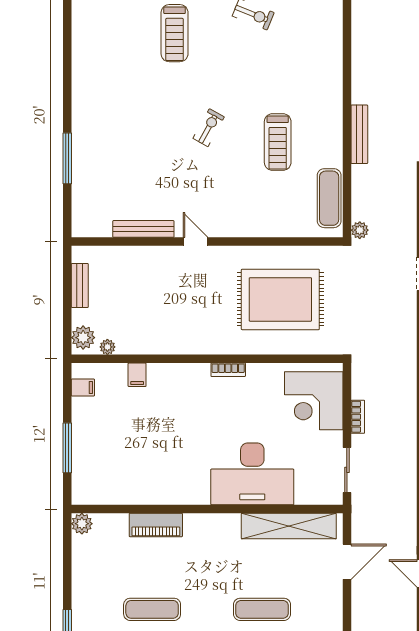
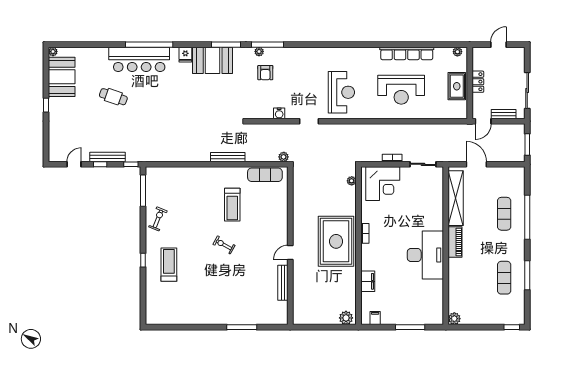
treadmill: (175, 33) -> (169, 265), turned -90
treadmill: (278, 142) -> (232, 205), turned 90
bench: (80, 285) -> (316, 320), removed
rug: (280, 299) -> (336, 241), moved
plant: (107, 347) -> (352, 181), moved
filing cabinet: (137, 375) -> (368, 281), width x2.00
desk: (252, 474) -> (425, 255), moved
piano: (156, 525) -> (455, 242), moved

